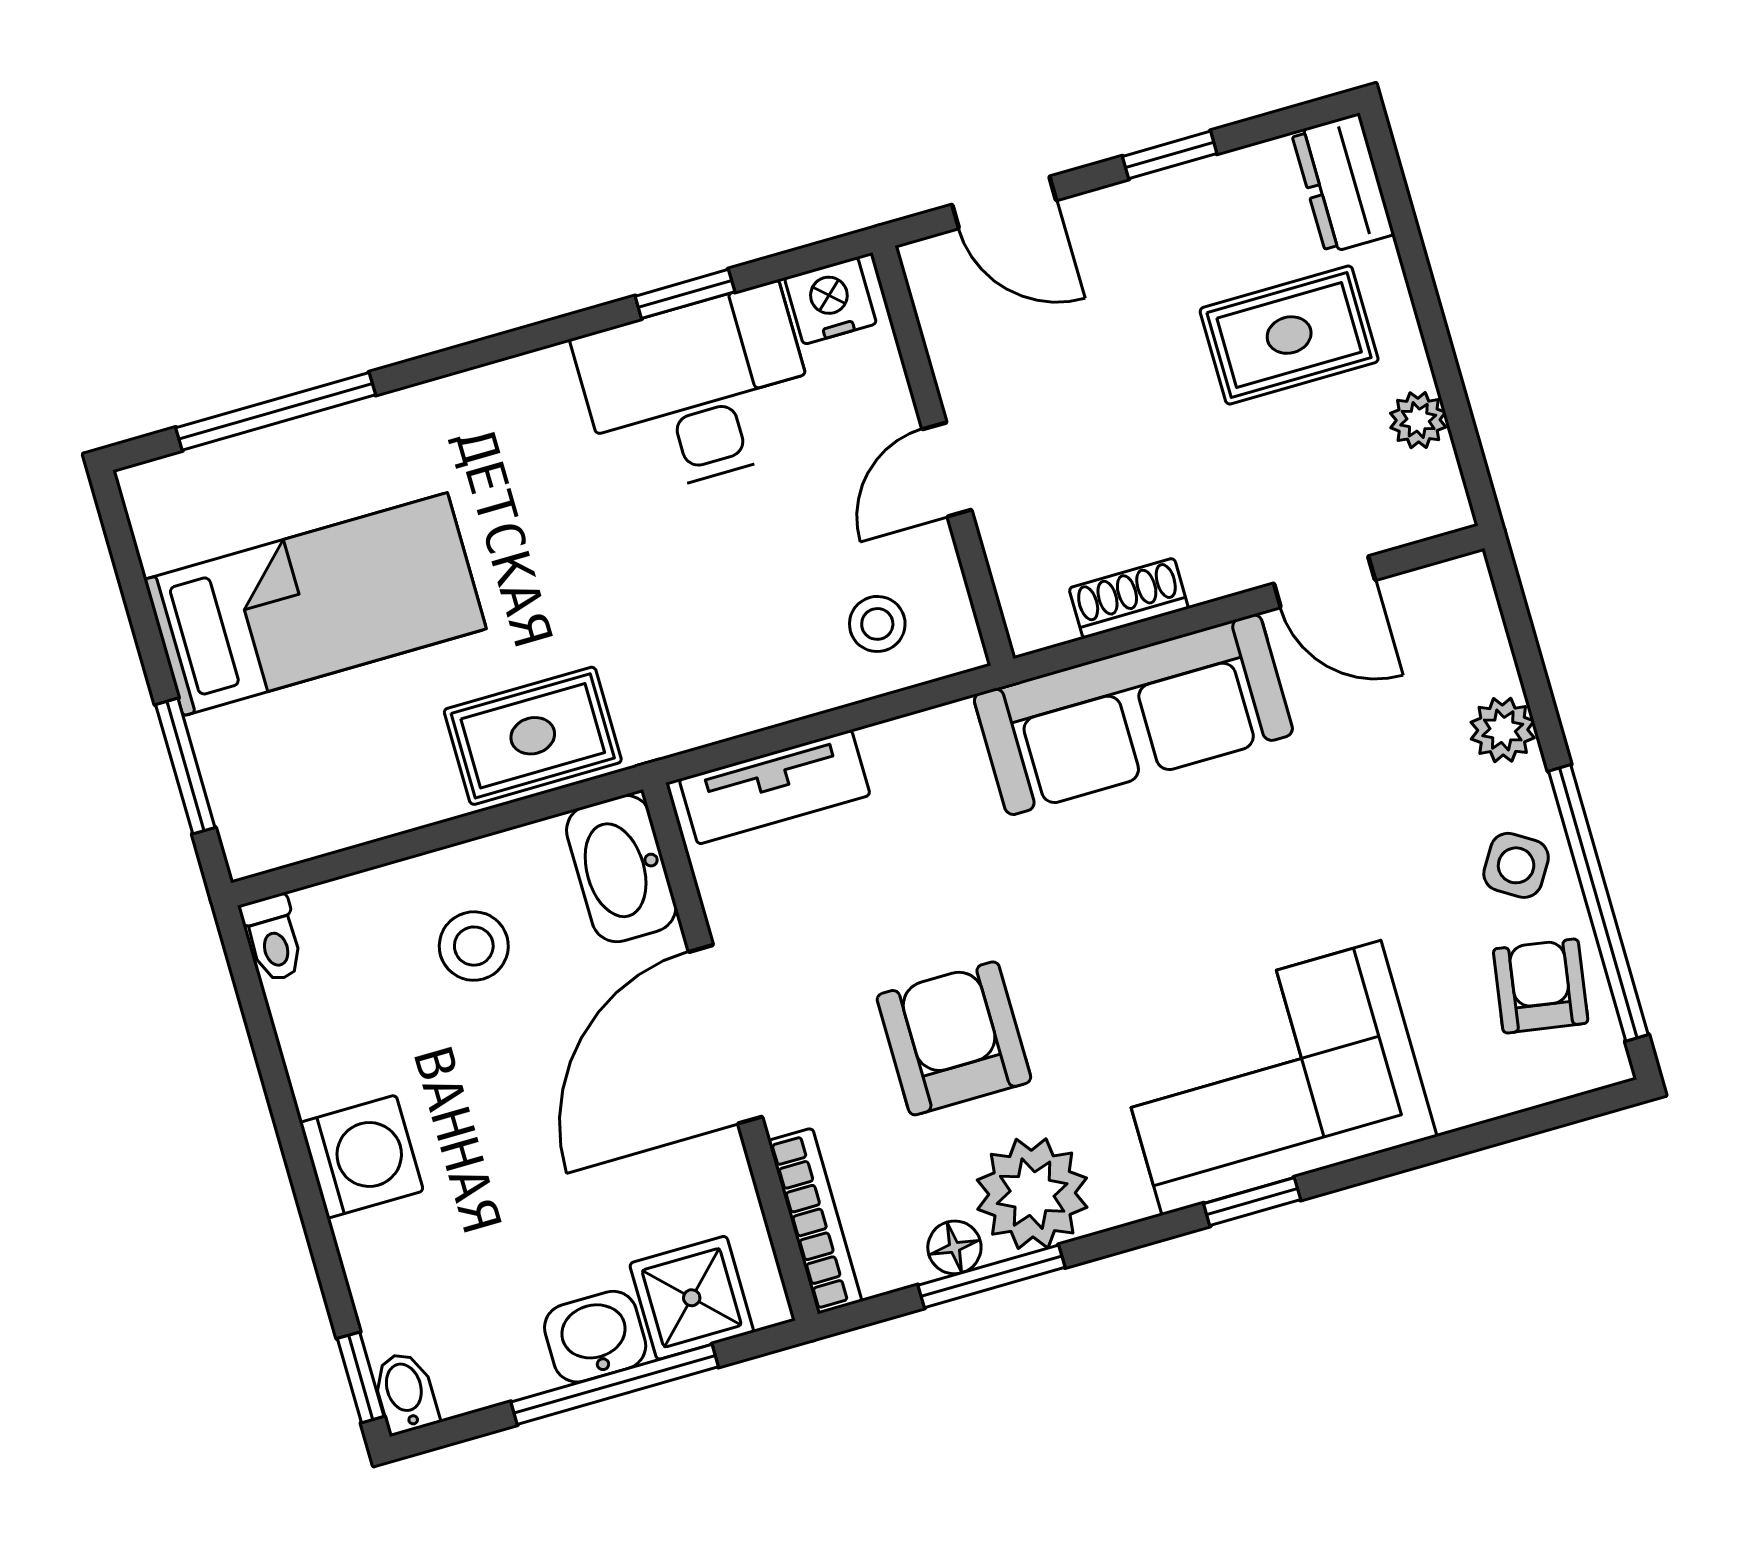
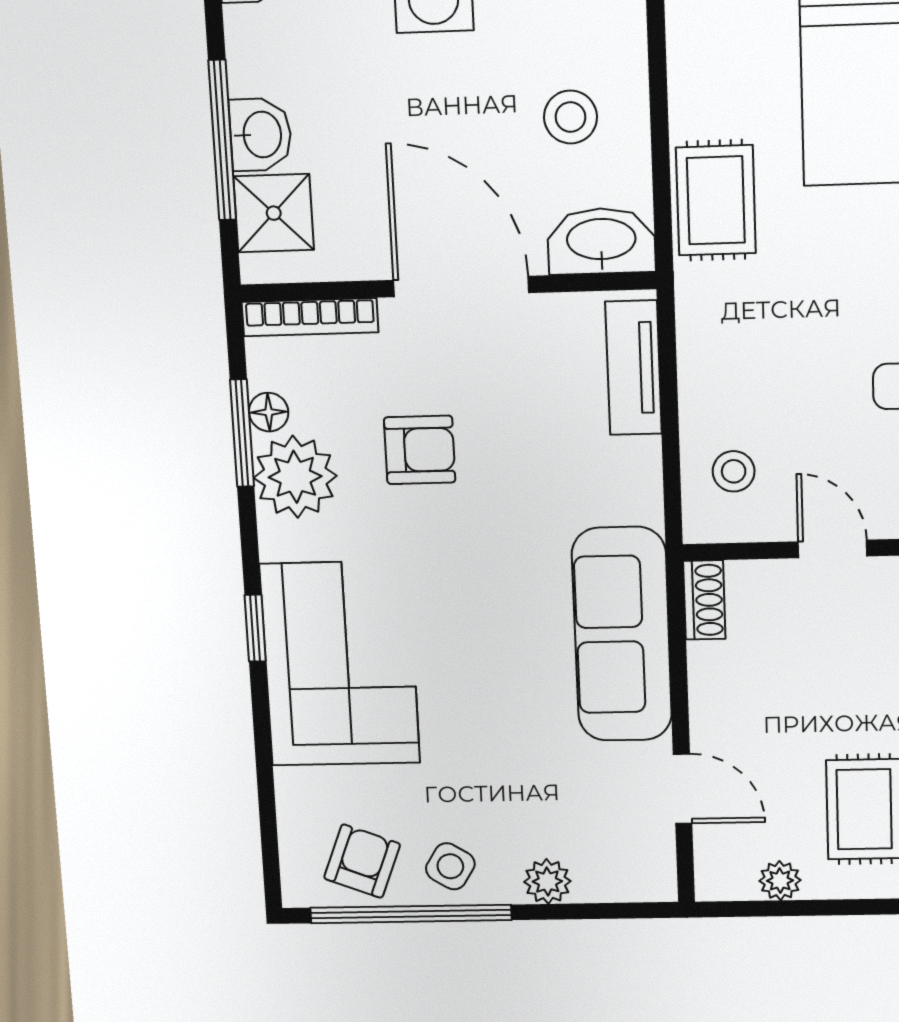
door: (1324, 582) -> (683, 789), swing flipped
shoe rack: (1129, 598) -> (704, 600), moved
armchair: (1541, 986) -> (362, 861), turned -78
armchair: (954, 1038) -> (420, 450), width x0.72, depth x0.72

